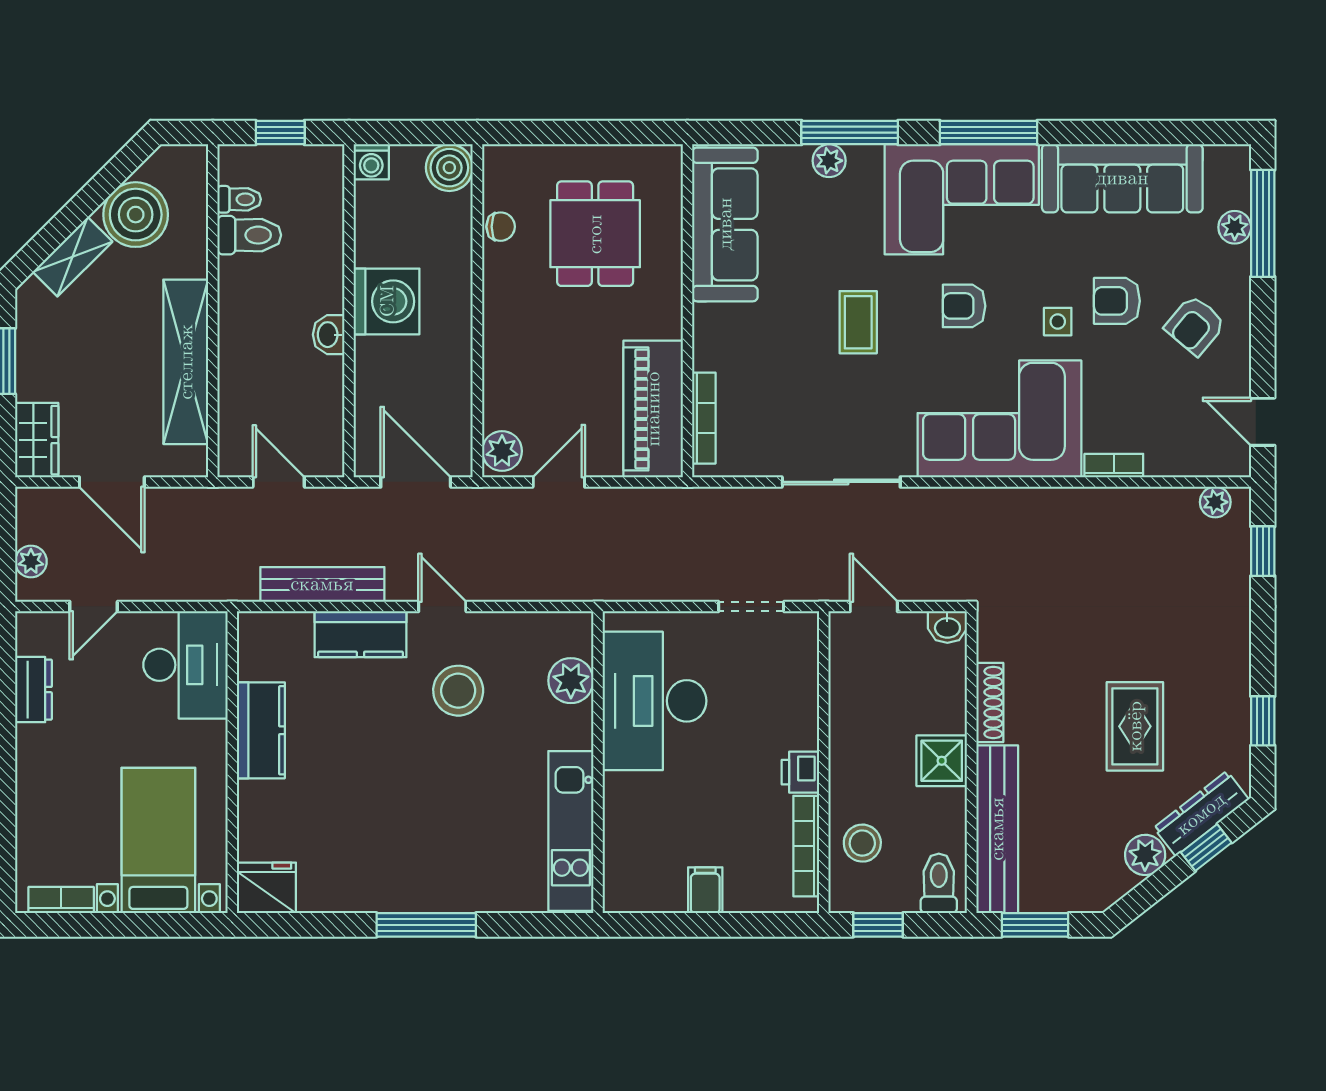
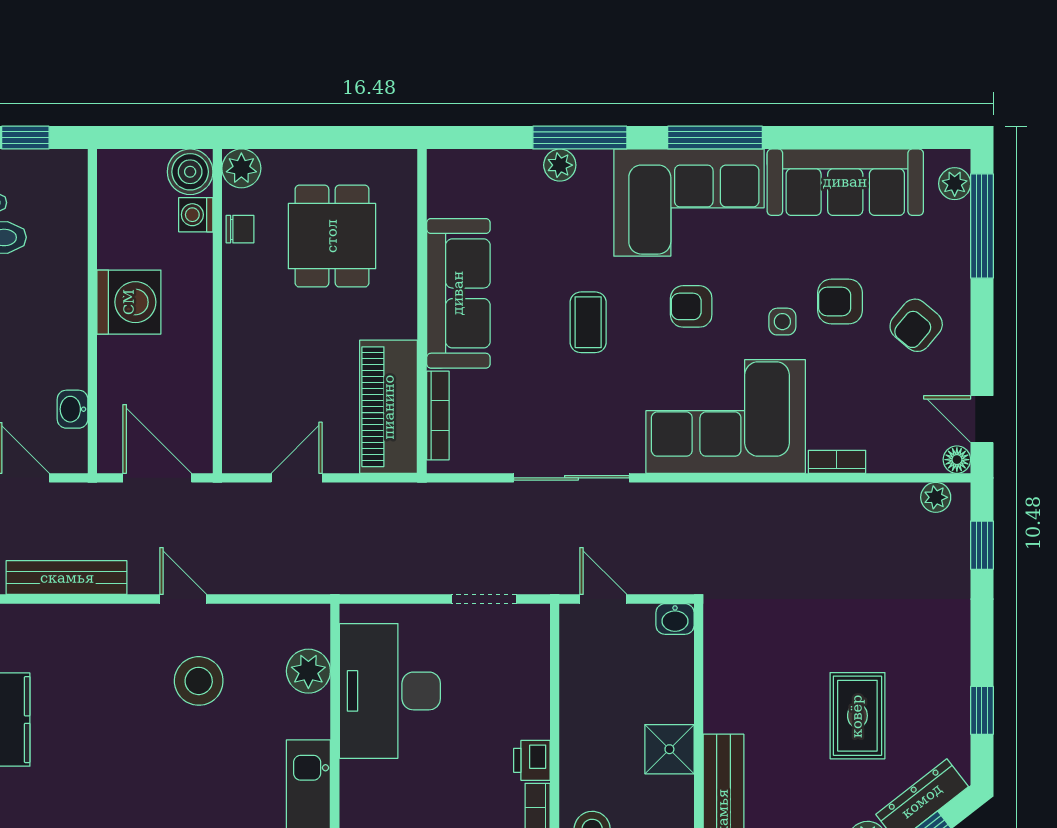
washing machine: (371, 162) -> (196, 215), moved, turned 90
sofa: (725, 224) -> (458, 293), moved
plant: (1235, 227) -> (955, 184), moved
washbasin: (329, 335) -> (73, 409), moved
plant: (502, 451) -> (241, 168), moved
floor lamp: (1237, 463) -> (957, 460), added
kitchen counter: (360, 634) -> (104, 626), removed
shoe rack: (990, 703) -> (716, 693), removed

